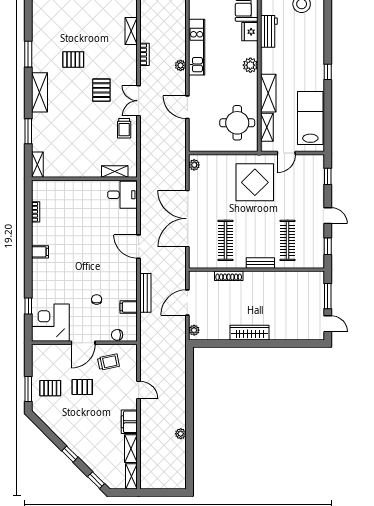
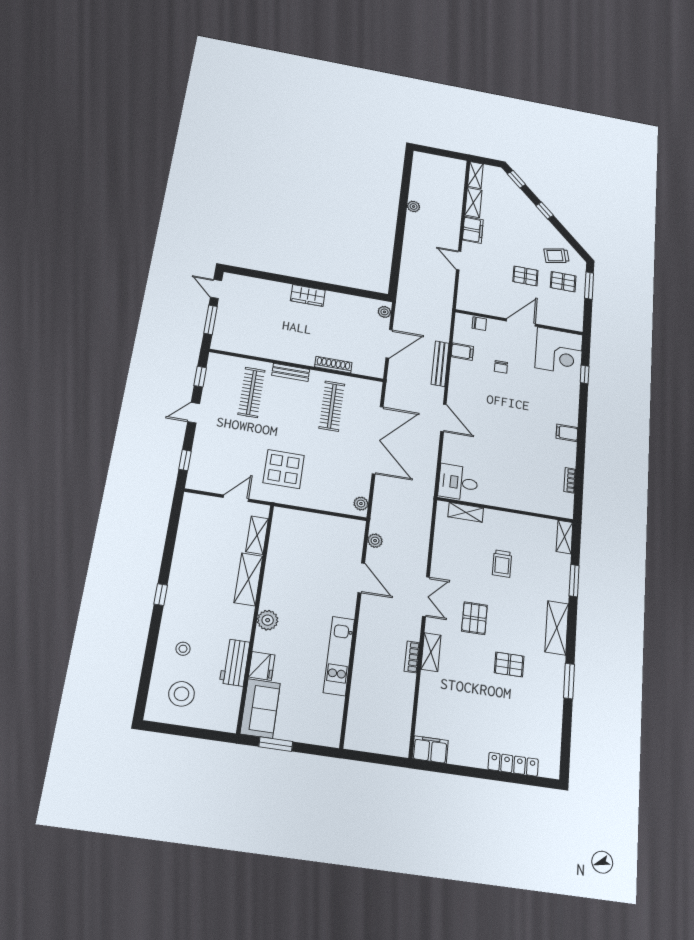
shelving: (131, 31) -> (431, 652), moved
stool: (306, 36) -> (183, 649), added
plant: (181, 65) -> (375, 541), moved
lab bench: (310, 118) -> (196, 538), removed
round table: (237, 123) -> (296, 547), removed
trolley: (124, 128) -> (502, 564), moved, turned 180
display table: (255, 182) -> (284, 469), width x0.73, depth x0.73
door: (328, 216) -> (194, 413), hinge flipped
wardrobe: (250, 333) -> (308, 295), width x0.67
trolley: (108, 362) -> (557, 256), moved

